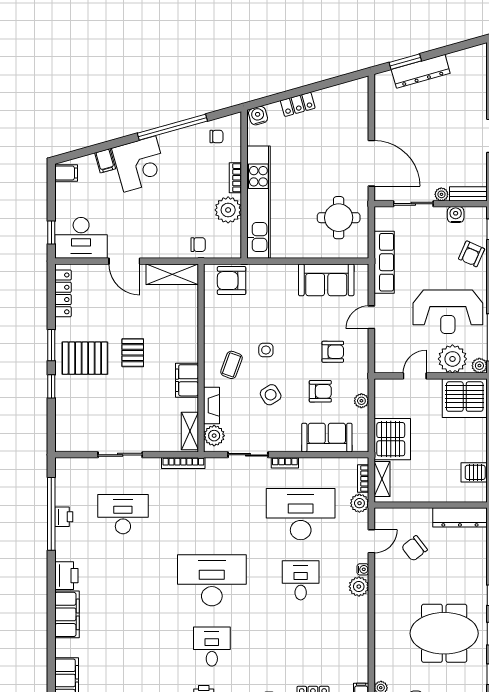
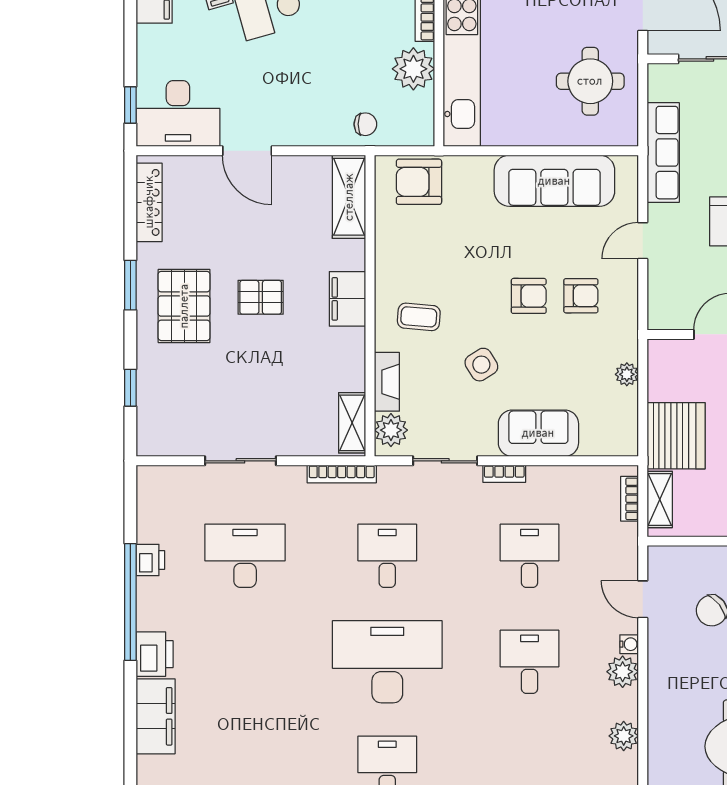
shelving: (172, 274) -> (349, 197), moved, turned 90
sofa: (326, 280) -> (554, 181), width x1.36
side table: (266, 350) -> (474, 293), removed
pallet: (133, 353) -> (261, 297), turned 90
pallet: (85, 358) -> (184, 306), turned 90
coffee table: (231, 365) -> (419, 317), turned 75
filing cabinet: (187, 380) -> (347, 299), moved
window: (51, 386) -> (130, 388), moved
armchair: (320, 391) -> (529, 296), moved
sofa: (327, 438) -> (538, 433), moved
plant: (359, 503) -> (624, 736), moved
window: (51, 514) -> (130, 602), moved
desk: (212, 514) -> (387, 556), added
desk: (301, 514) -> (530, 556), width x0.53, depth x0.77
door: (371, 541) -> (643, 599), swing flipped

